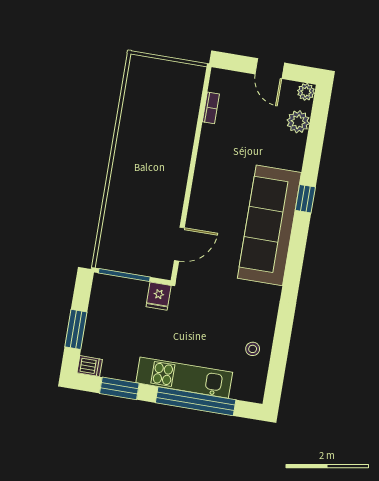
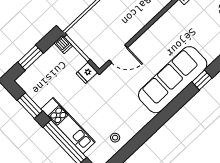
dishwasher: (90, 366) -> (63, 44), moved

